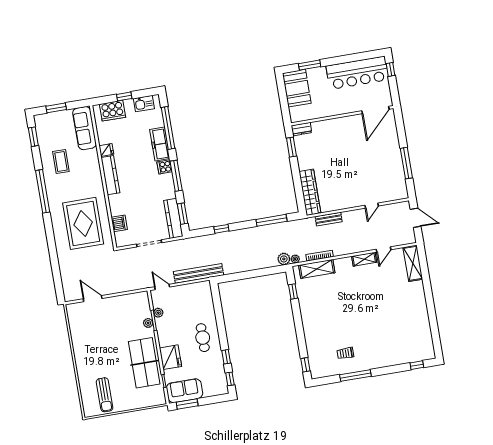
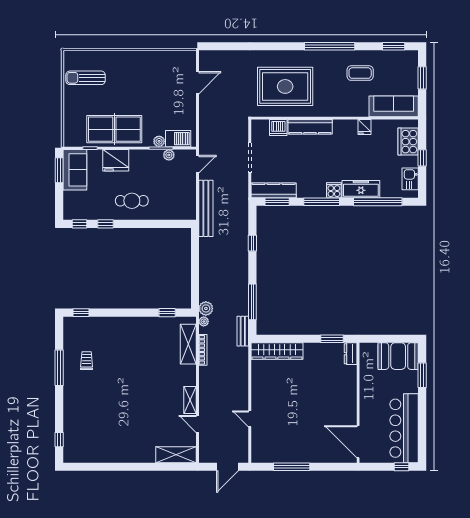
kitchen counter: (110, 175) -> (310, 127), moved
bench: (329, 219) -> (243, 331), moved
barbecue: (143, 307) -> (178, 139), added

